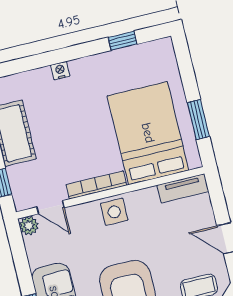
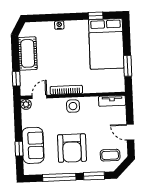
bed: (148, 133) -> (106, 44), moved, turned 180
door: (50, 207) -> (39, 97), swing flipped

